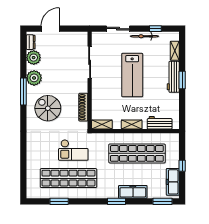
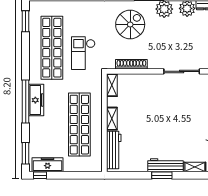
lab bench: (132, 75) -> (167, 119), removed
workbench: (160, 123) -> (114, 150), width x1.38
window: (182, 166) -> (40, 175), moved
freezer: (133, 192) -> (36, 100), moved
window: (59, 201) -> (26, 21), moved
window: (116, 201) -> (26, 102), width x2.11

